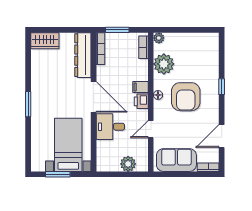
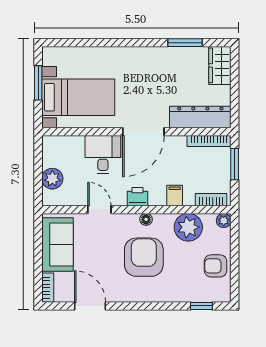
armchair: (192, 44) -> (216, 266), added
filing cabinet: (140, 87) -> (175, 195), moved
window: (222, 87) -> (201, 306), moved
armchair: (186, 97) -> (144, 257), turned 90
window: (28, 104) -> (185, 43), moved

